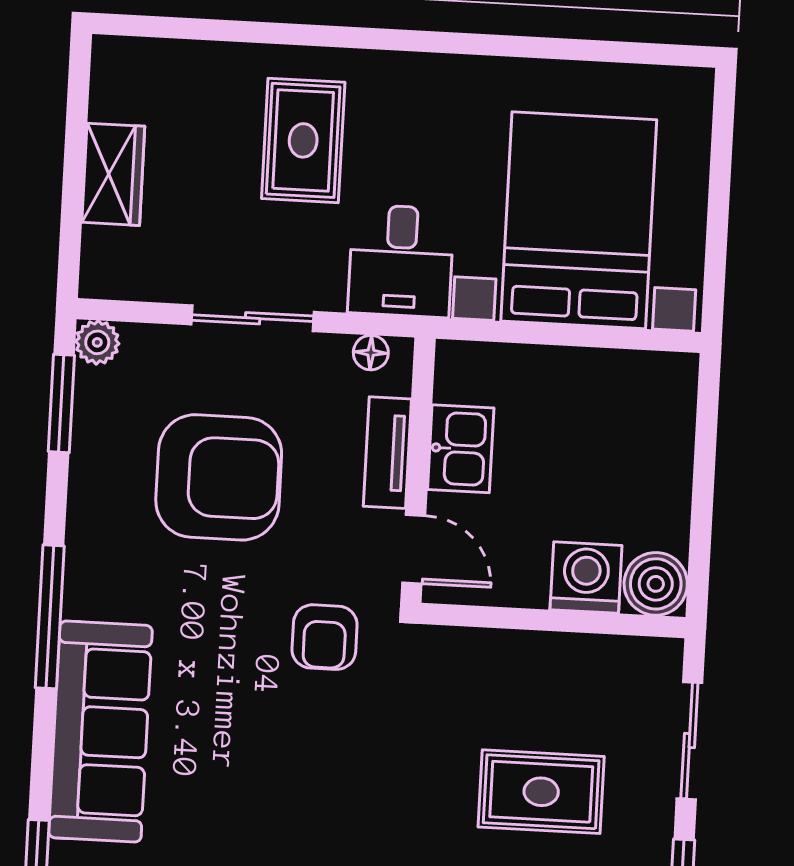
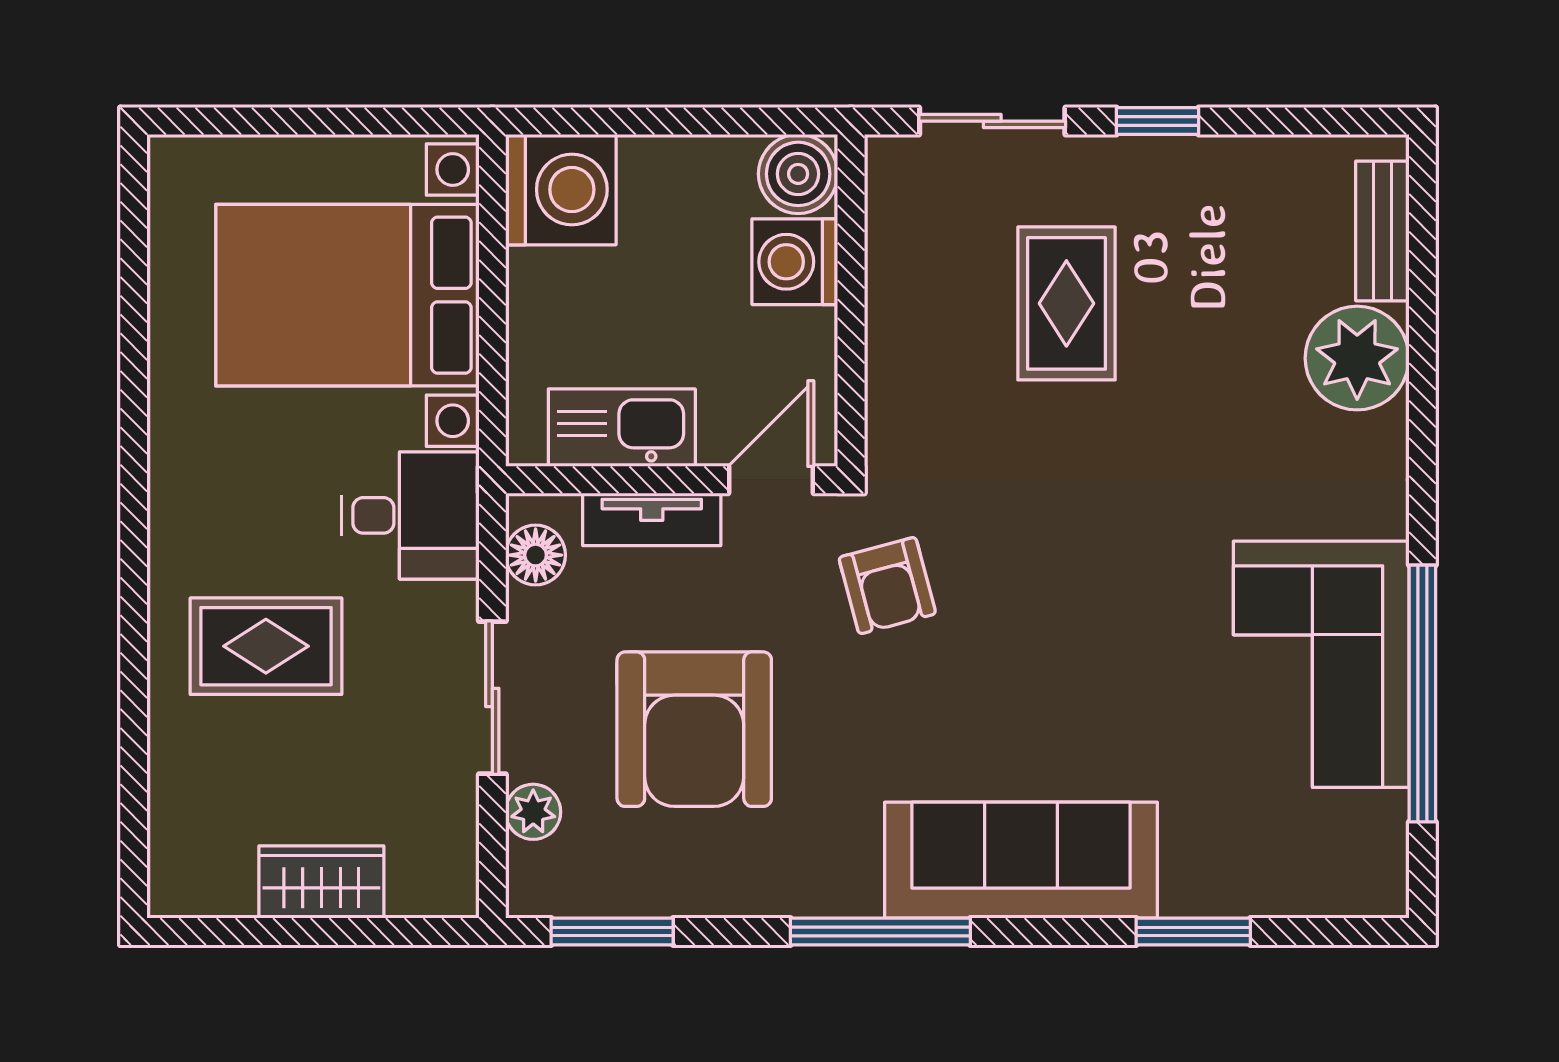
plant: (97, 342) -> (533, 812), moved
floor lamp: (371, 353) -> (536, 555), width x1.37, depth x1.37
washing machine: (654, 395) -> (561, 190), added
kitchen sink: (461, 449) -> (622, 428), width x1.38
armchair: (219, 477) -> (694, 729), turned 180
armchair: (325, 637) -> (887, 586), turned 75

